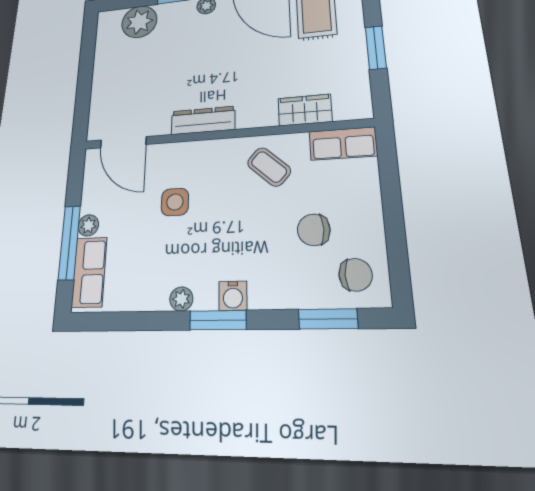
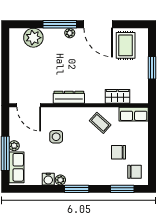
water cooler: (233, 296) -> (48, 179), moved

